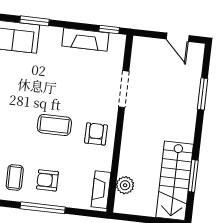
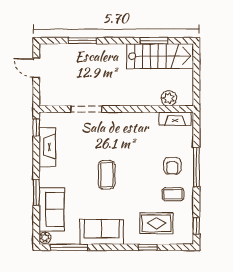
door: (178, 37) -> (36, 68), swing flipped
coffee table: (54, 125) -> (107, 175), moved
armchair: (96, 134) -> (128, 128), removed

